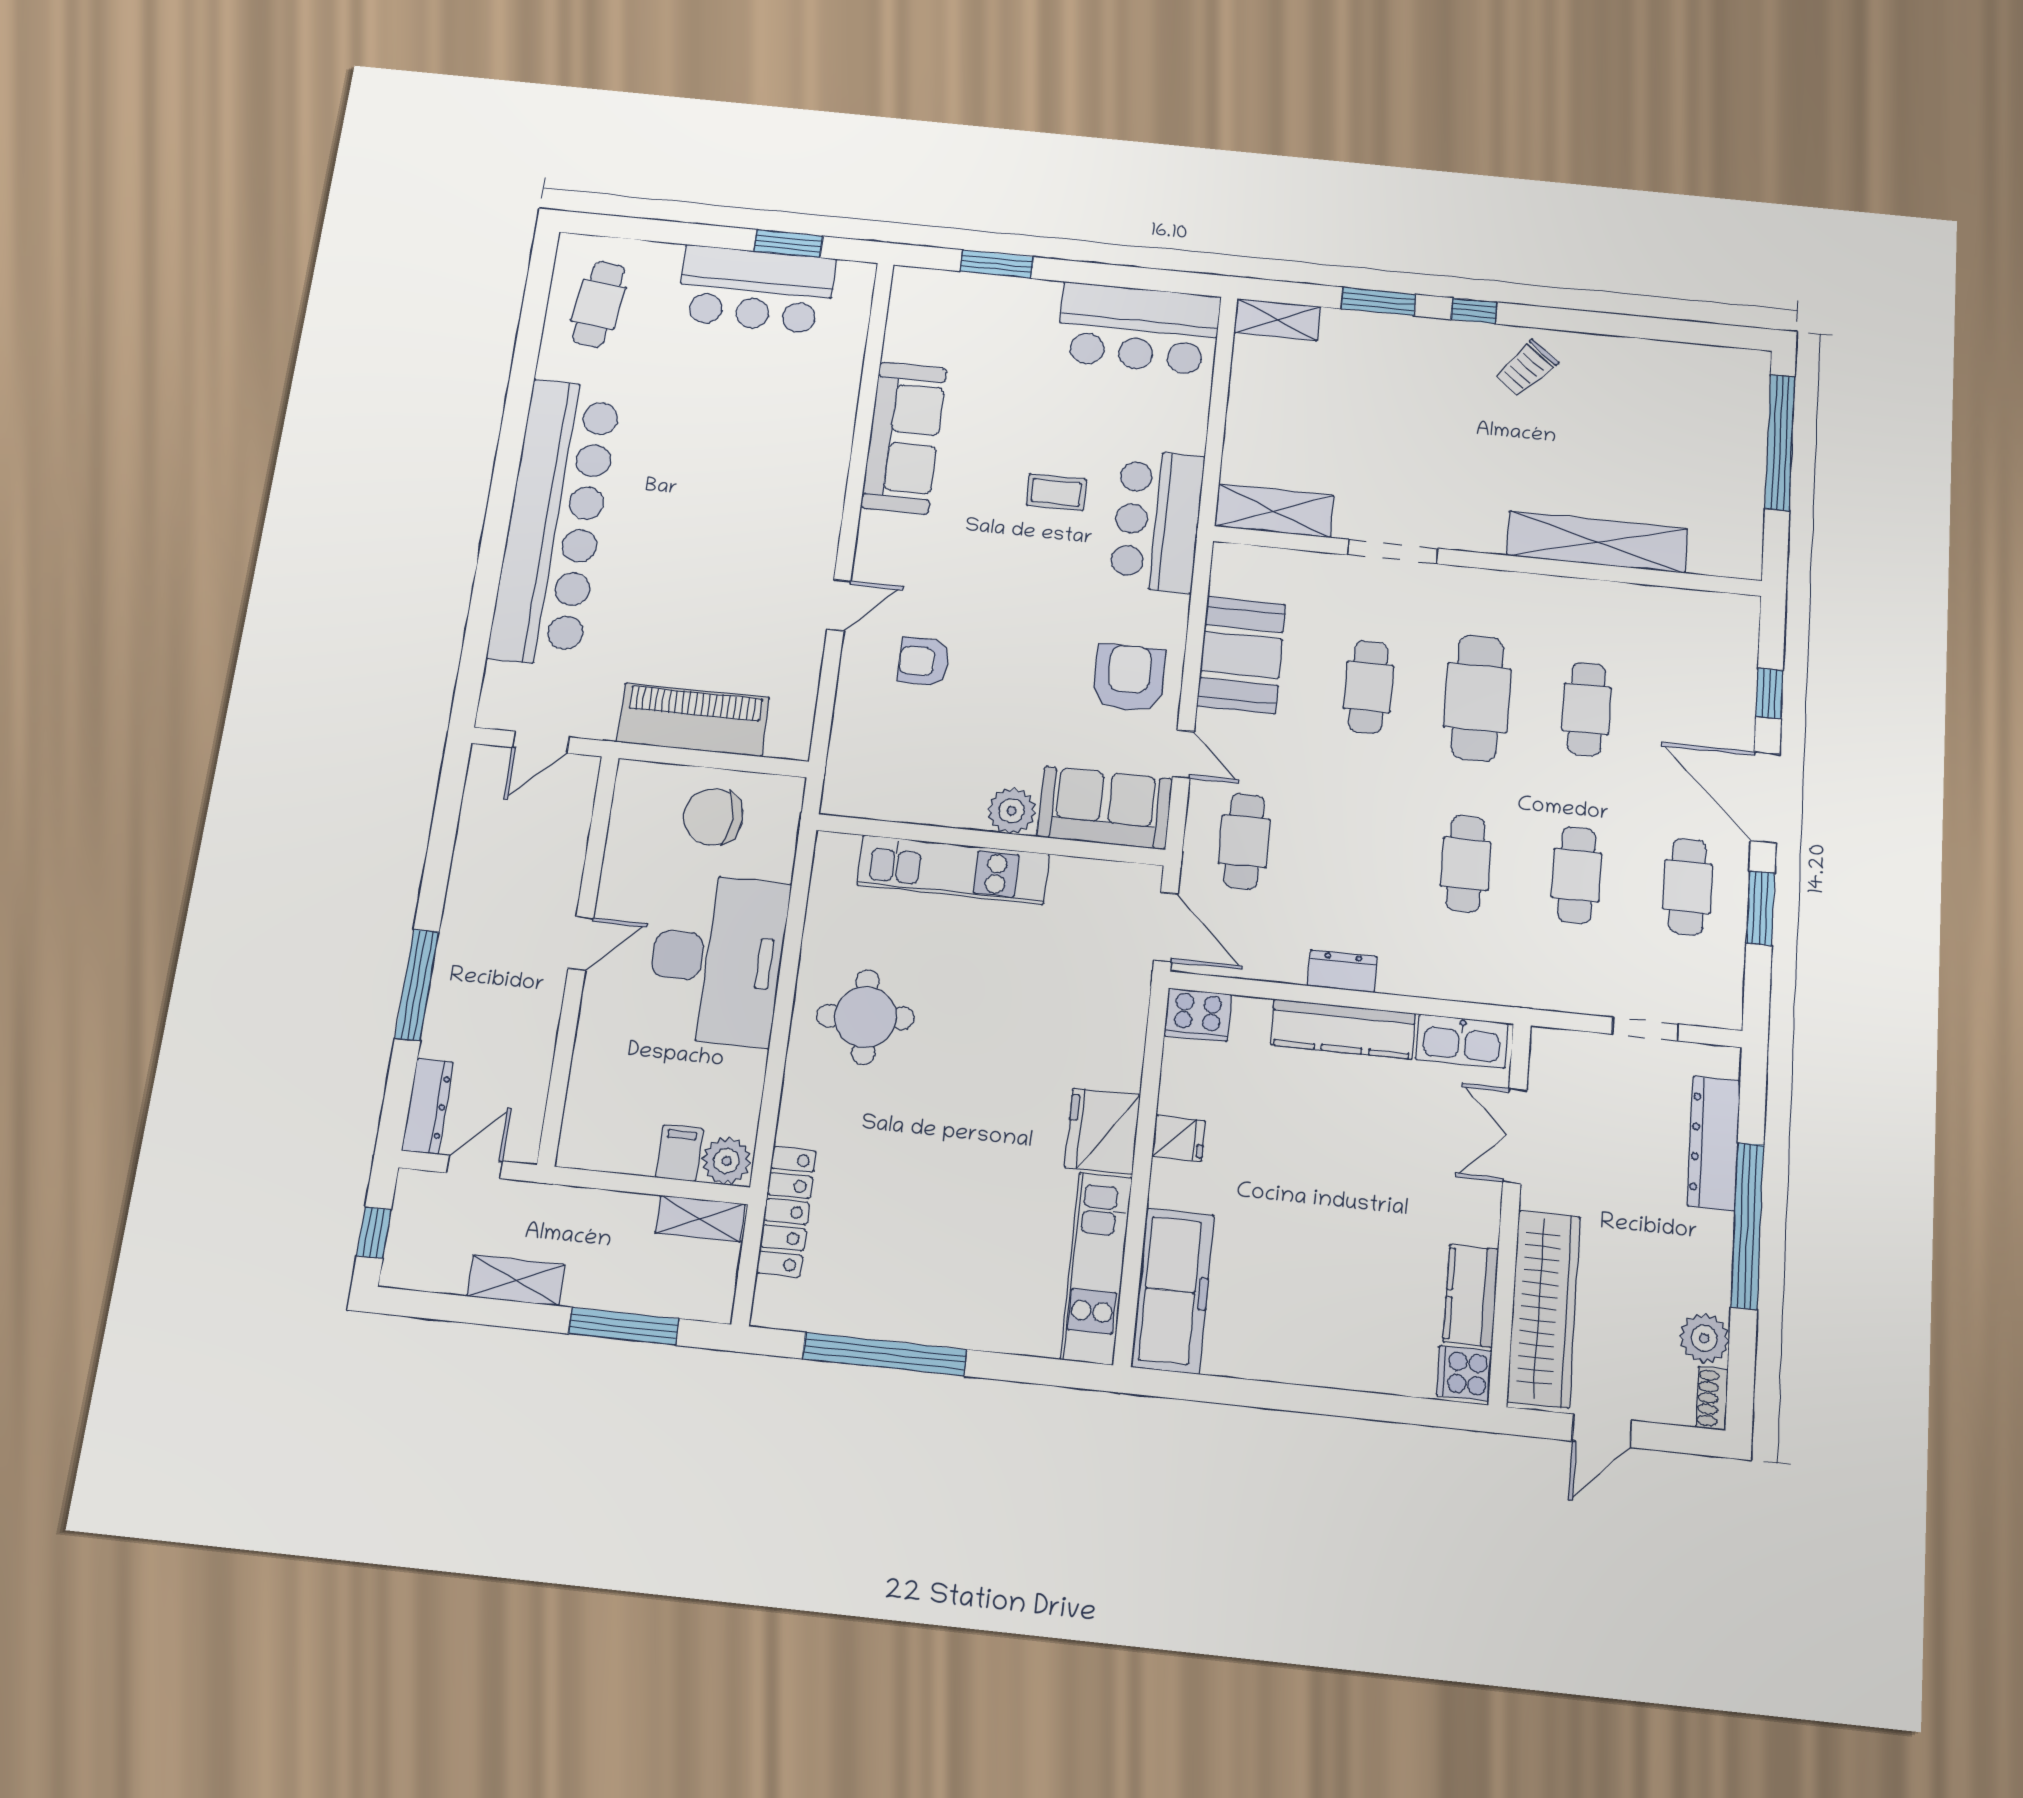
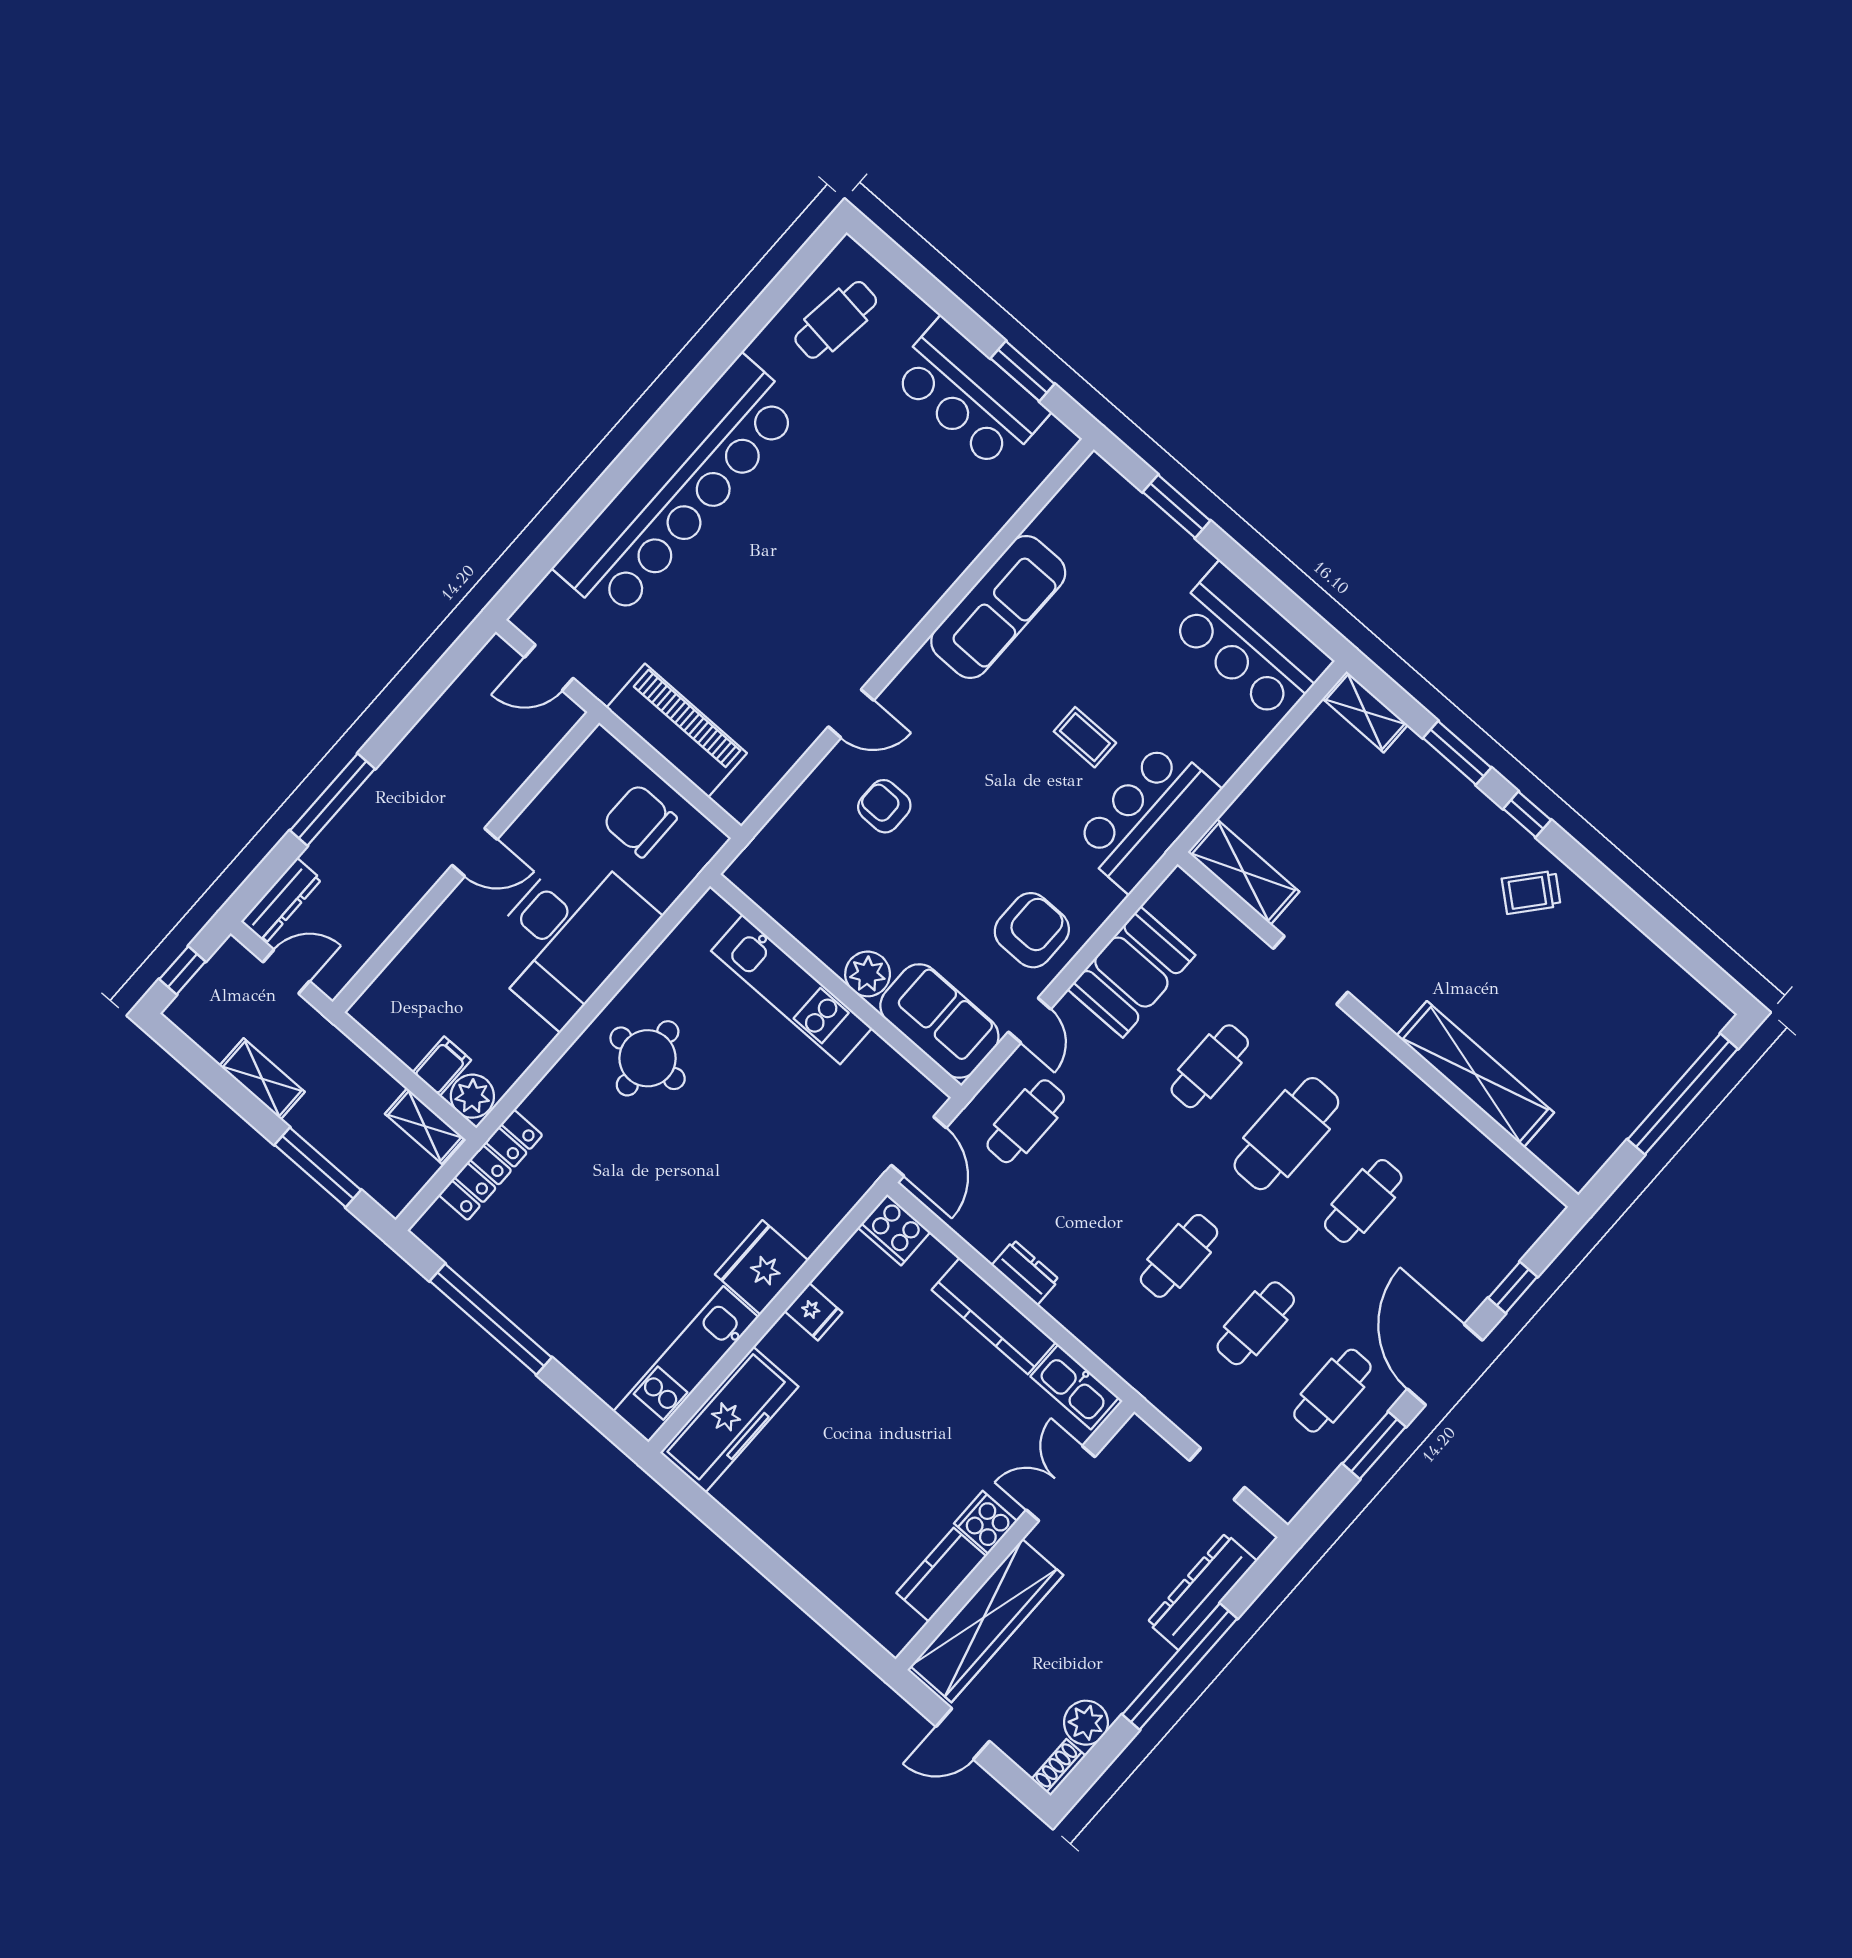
cooker: (1464, 1373) -> (986, 1522), moved

